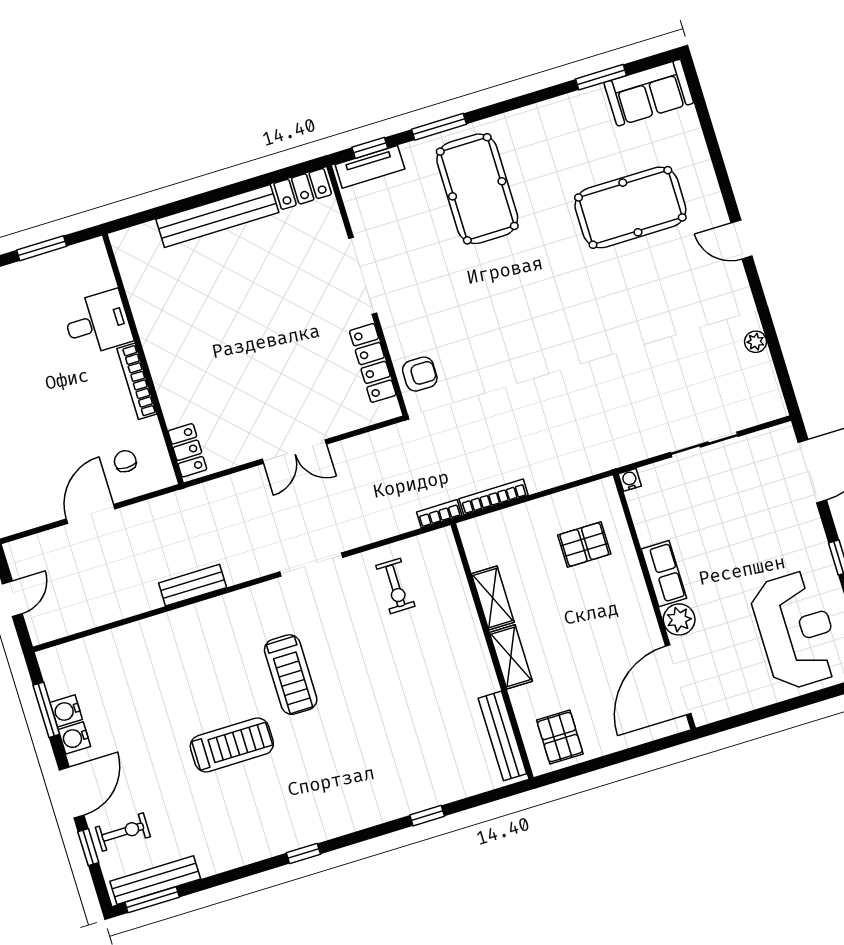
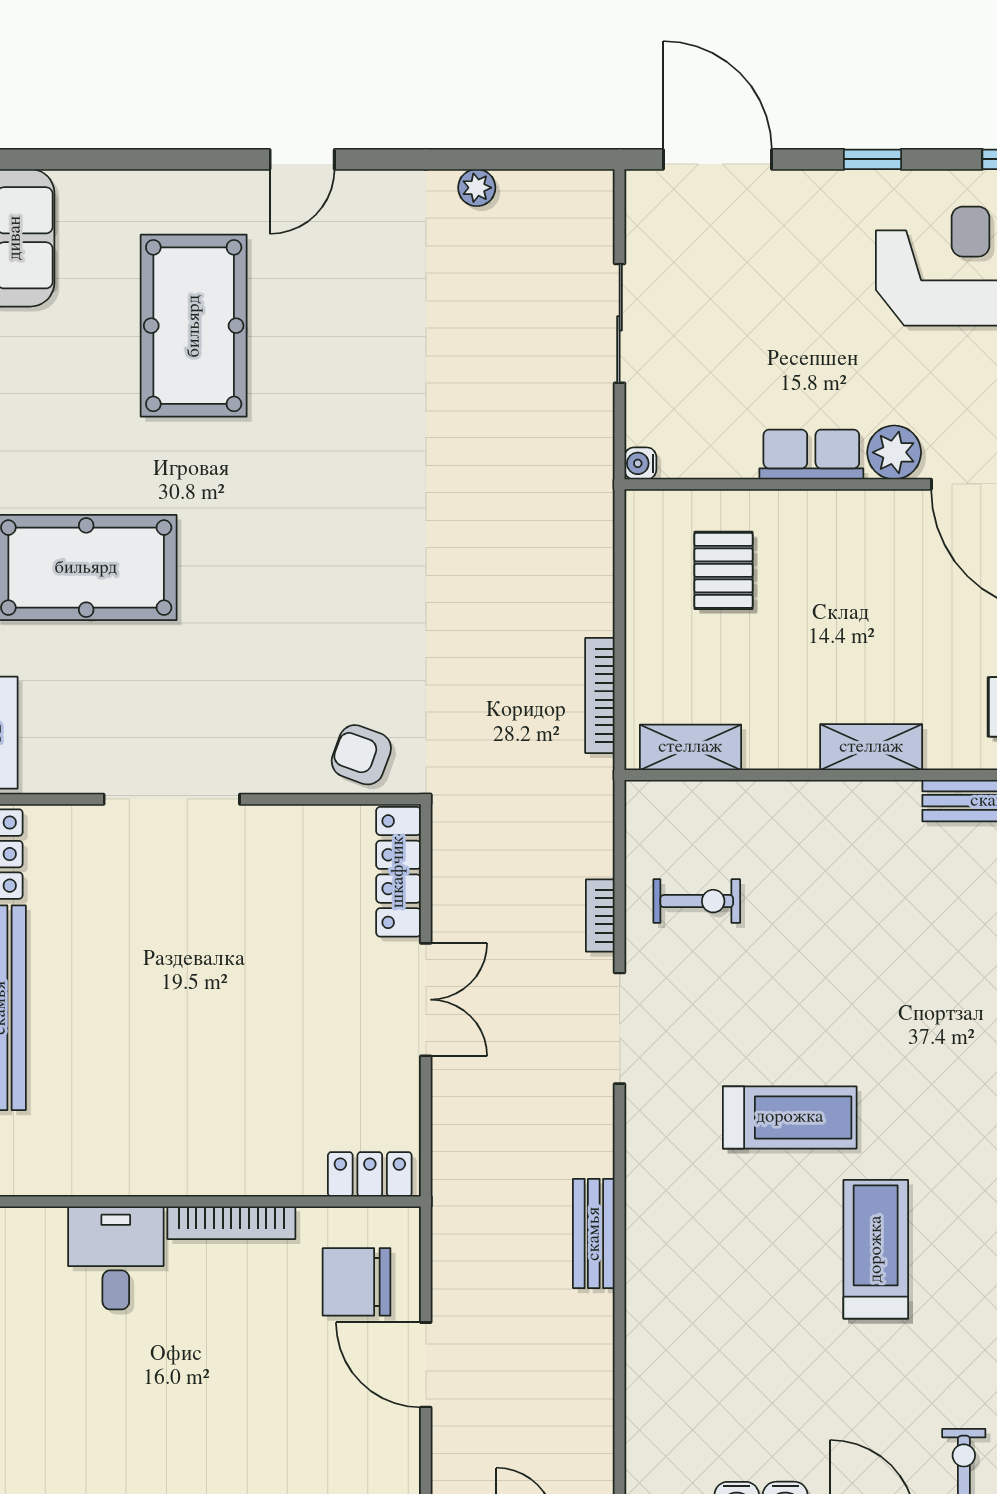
locker: (373, 363) -> (398, 872), moved, turned 90
armchair: (420, 374) -> (361, 755), turned -70
chair: (125, 461) -> (357, 1282), width x1.87, depth x1.87
bookcase: (439, 514) -> (600, 916), moved
shelving: (493, 598) -> (690, 747), moved

